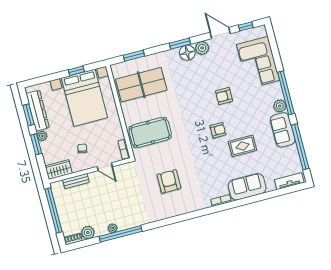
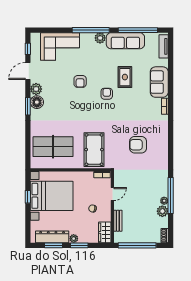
window: (134, 56) -> (28, 146), removed
table tennis table: (141, 85) -> (53, 147), turned 90
sofa: (283, 130) -> (125, 41), width x1.36
plant: (88, 232) -> (162, 211), moved

